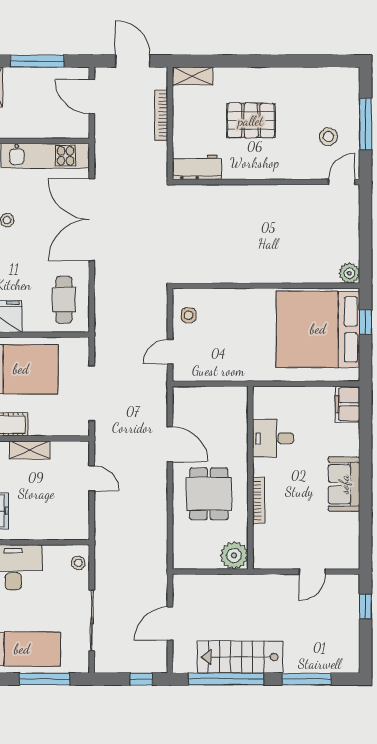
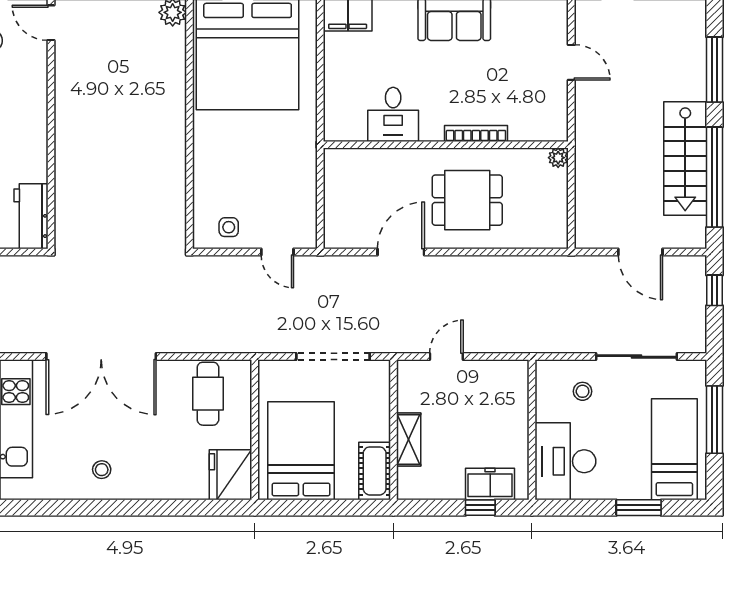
cafe table: (64, 300) -> (208, 394), turned 90
plant: (234, 555) -> (558, 158), width x0.53, depth x0.53
stool: (78, 563) -> (583, 391), moved

